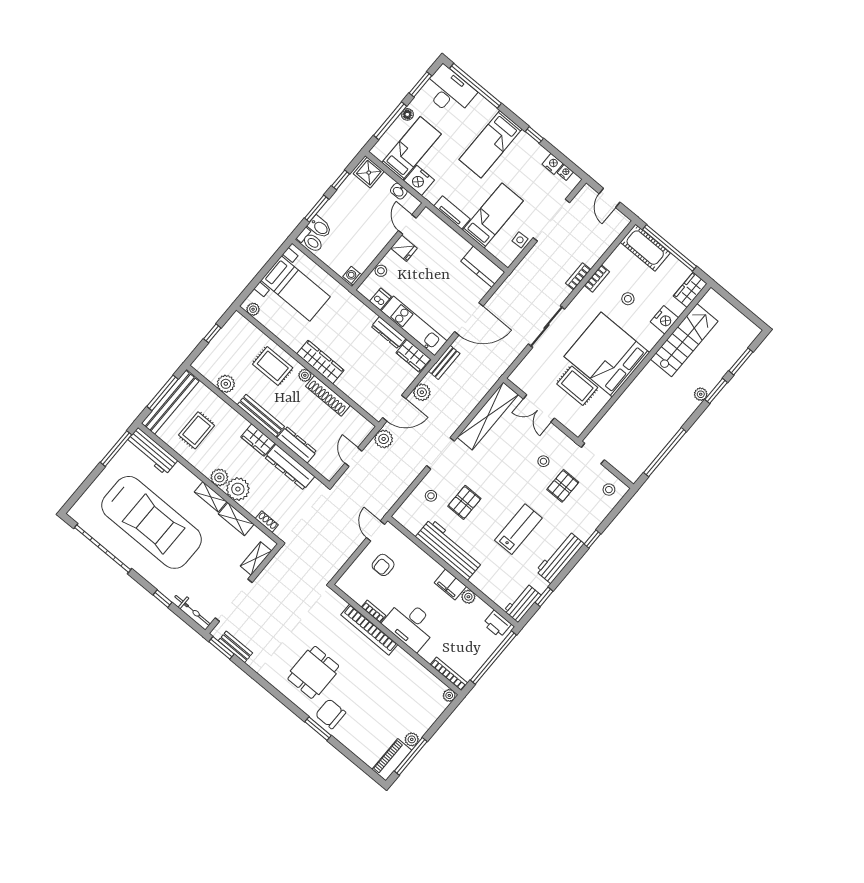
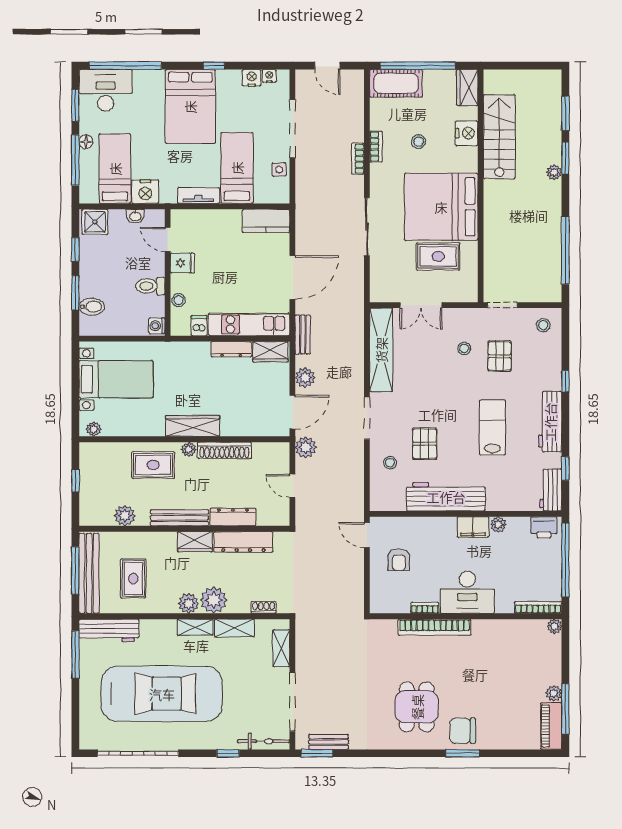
bed: (490, 144) -> (190, 107), width x1.50
toilet: (310, 241) -> (150, 286), moved, turned 180

